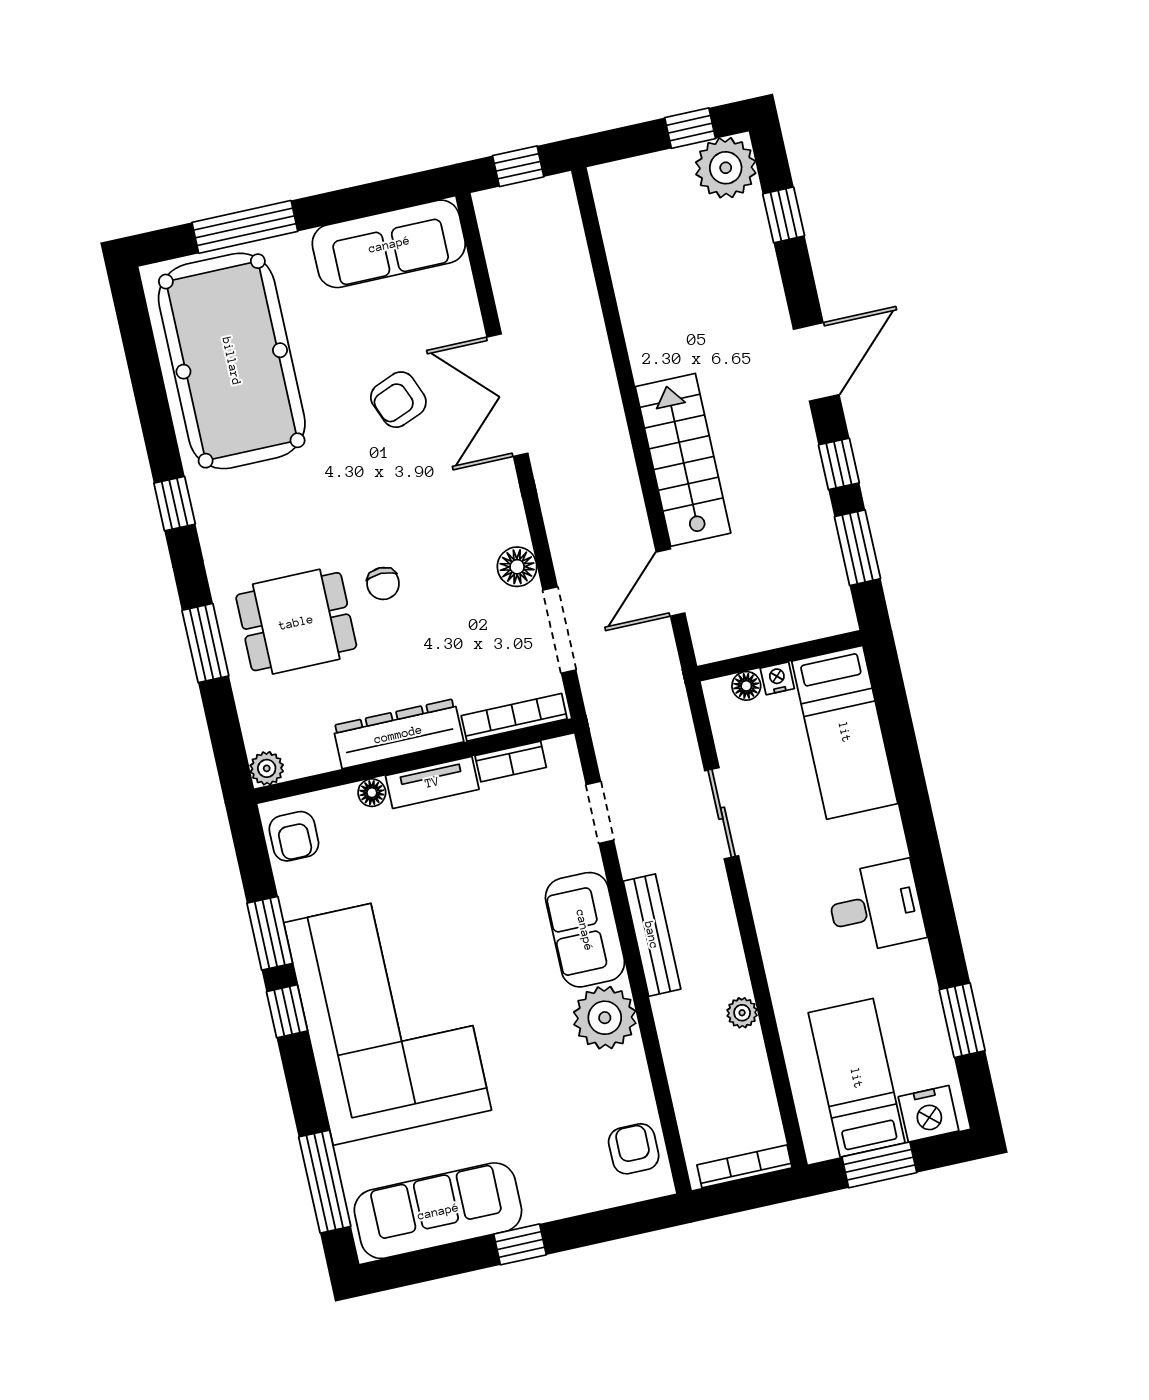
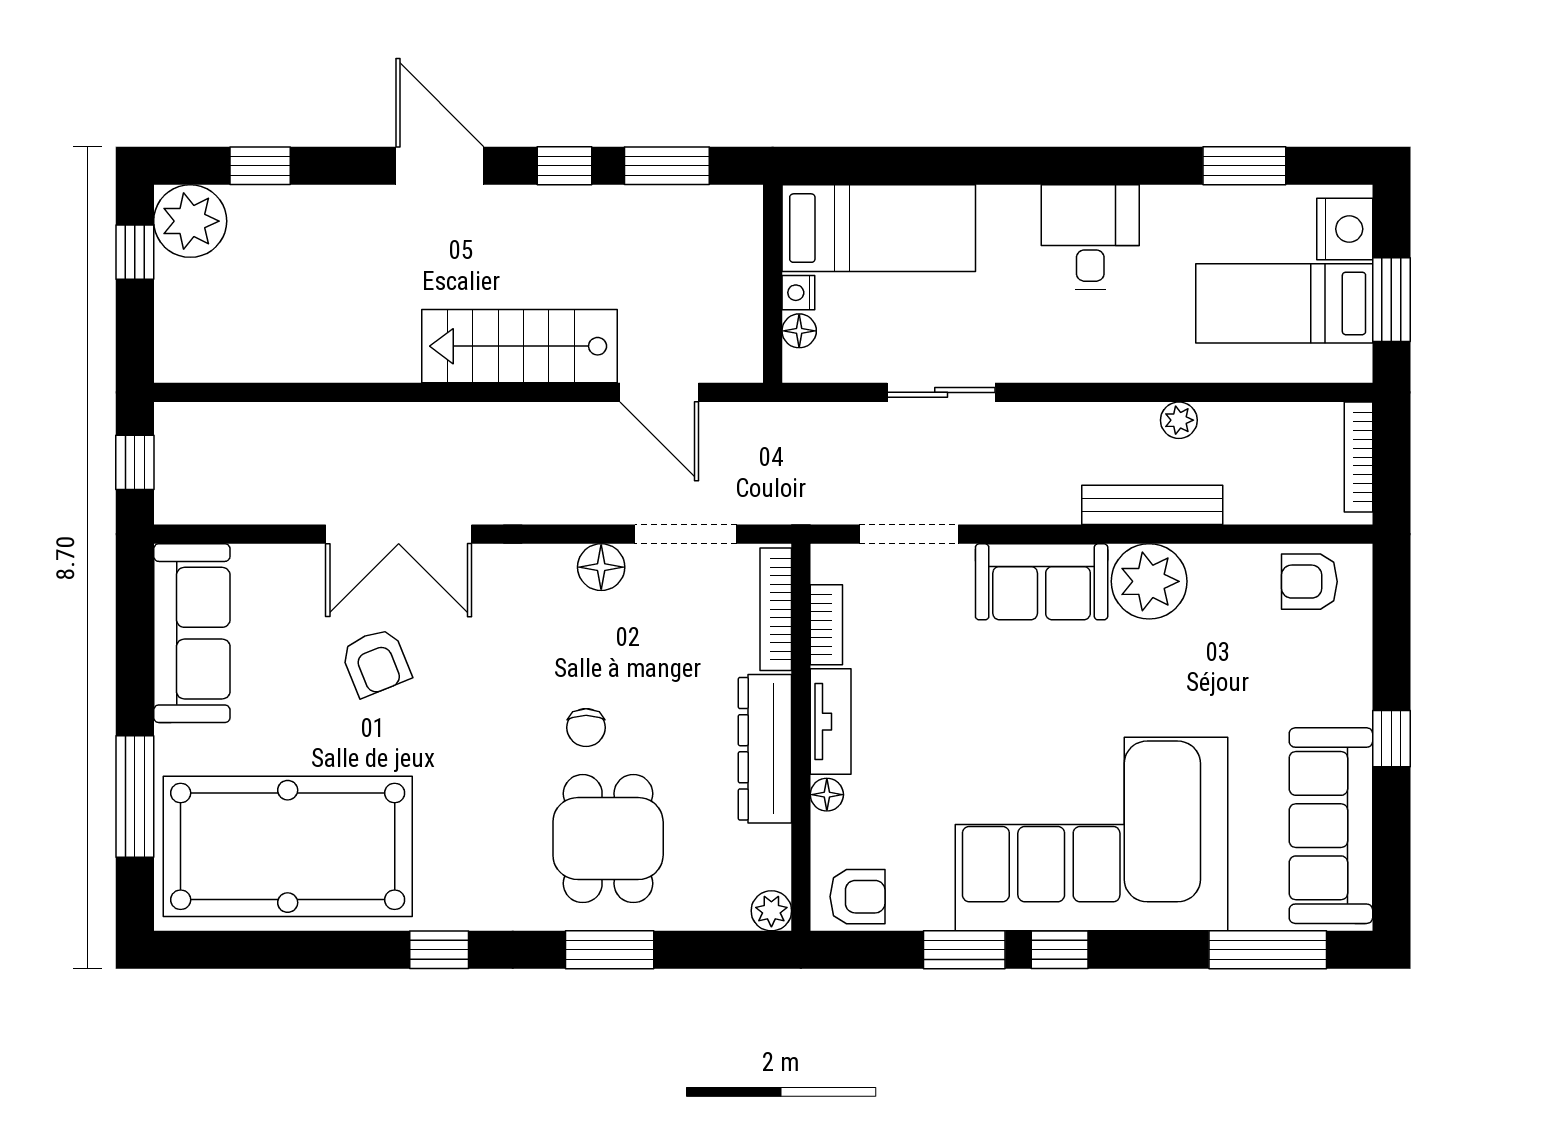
chair: (383, 583) -> (586, 728), turned 90
doorway: (600, 812) -> (909, 534), width x1.38
bench: (652, 935) -> (1152, 505), moved

